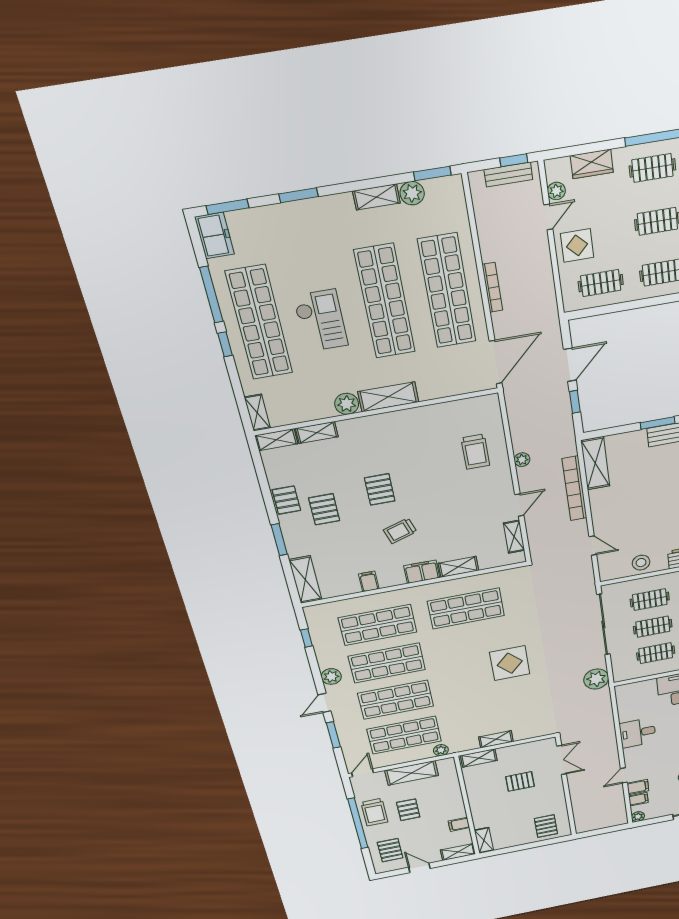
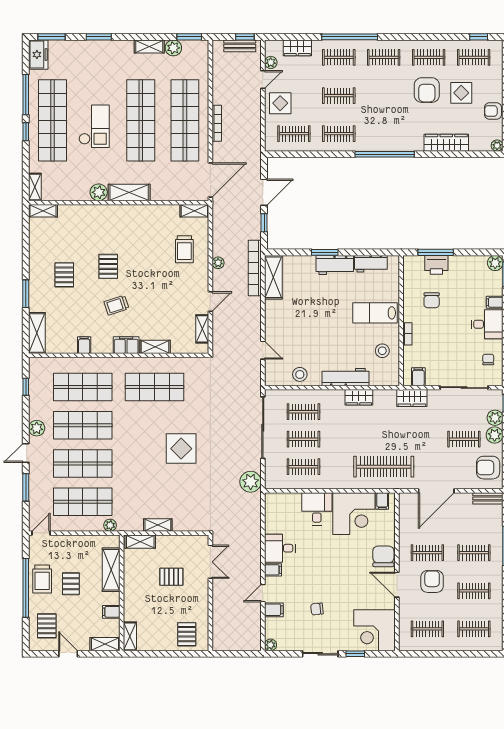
shelving: (317, 432) -> (194, 211), moved
bookcase: (575, 488) -> (255, 268), moved
pallet: (286, 500) -> (39, 261), removed
shelving: (412, 773) -> (111, 570), moved, turned 90
filing cabinet: (638, 799) -> (273, 570), moved

